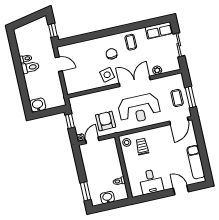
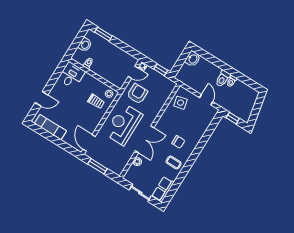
door: (59, 64) -> (206, 100), swing flipped
side table: (107, 75) -> (180, 103), moved
coffee table: (177, 98) -> (106, 157), removed
armchair: (106, 121) -> (137, 94), turned -89
door: (92, 140) -> (133, 72), hinge flipped
desk: (151, 182) -> (71, 75), moved, turned 90

